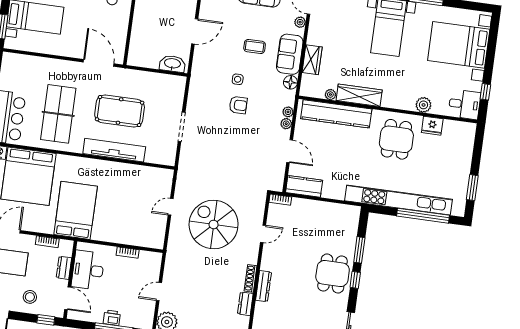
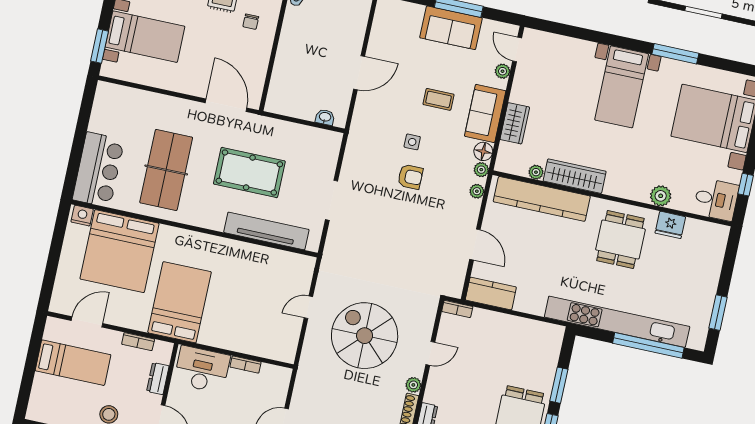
washbasin: (172, 64) -> (325, 117), width x0.52, depth x0.69
plant: (286, 124) -> (481, 170), moved
tv unit: (114, 150) -> (266, 231), moved
plant: (252, 258) -> (413, 385), added
desk: (88, 270) -> (202, 369), moved, turned 90

